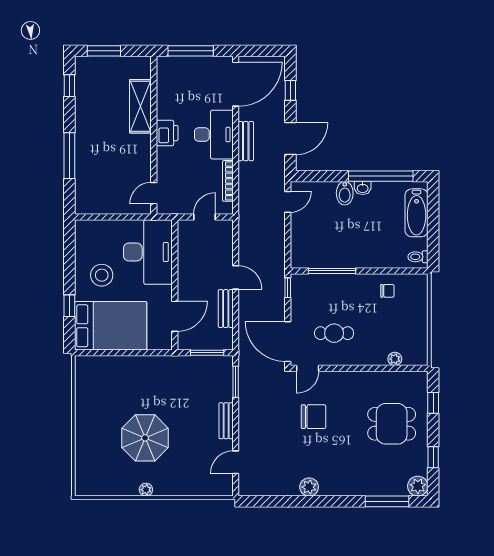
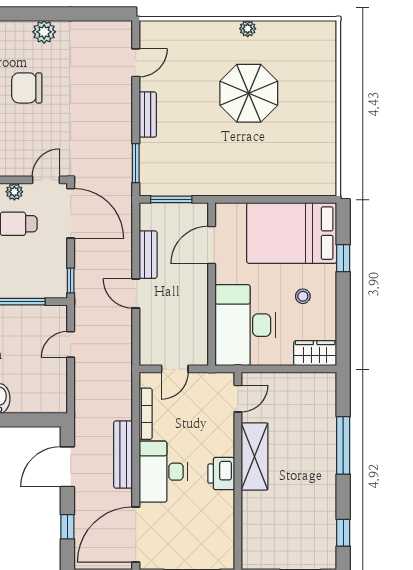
shelving: (140, 106) -> (254, 456), moved
bench: (246, 141) -> (123, 455), width x1.36
door: (288, 202) -> (71, 344), moved
wardrobe: (92, 230) -> (315, 353), added
stool: (102, 275) -> (303, 296), width x0.53, depth x0.53
plant: (333, 359) -> (14, 192), added
chair: (313, 417) -> (27, 88), moved

